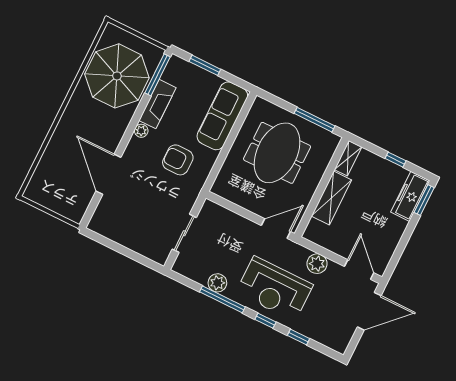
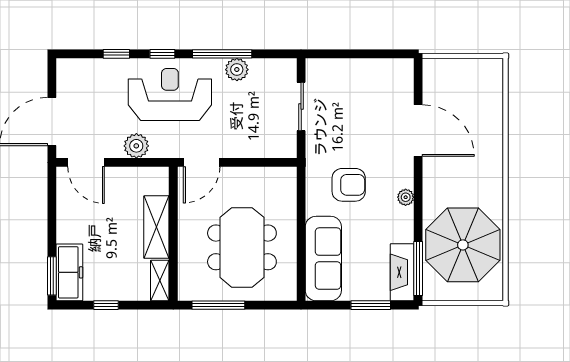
fireplace: (157, 104) -> (402, 272), moved

